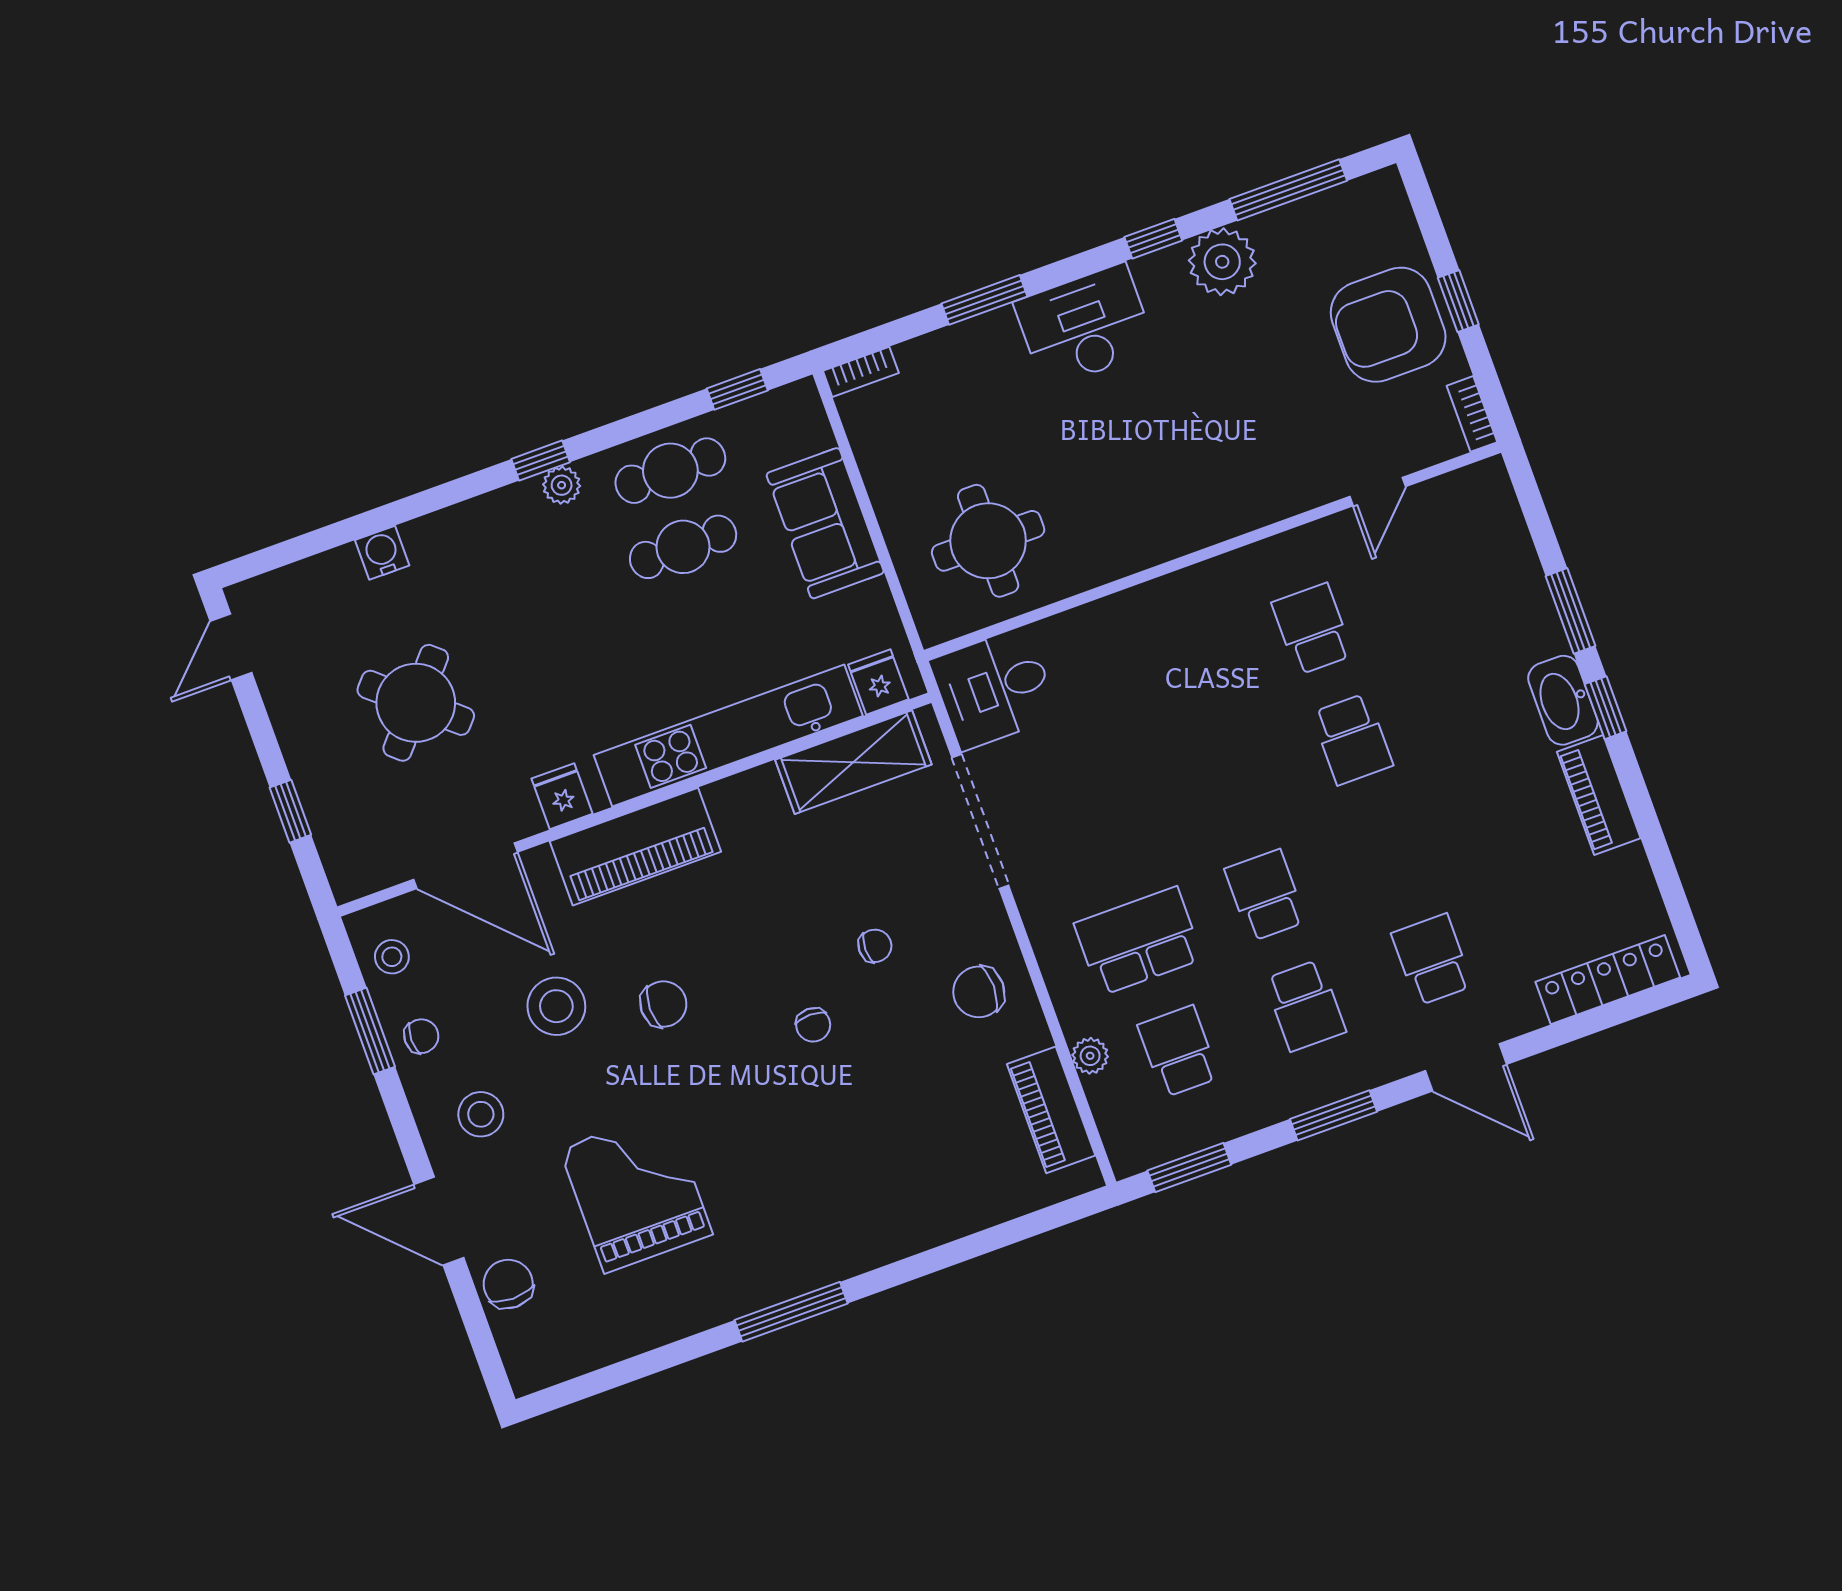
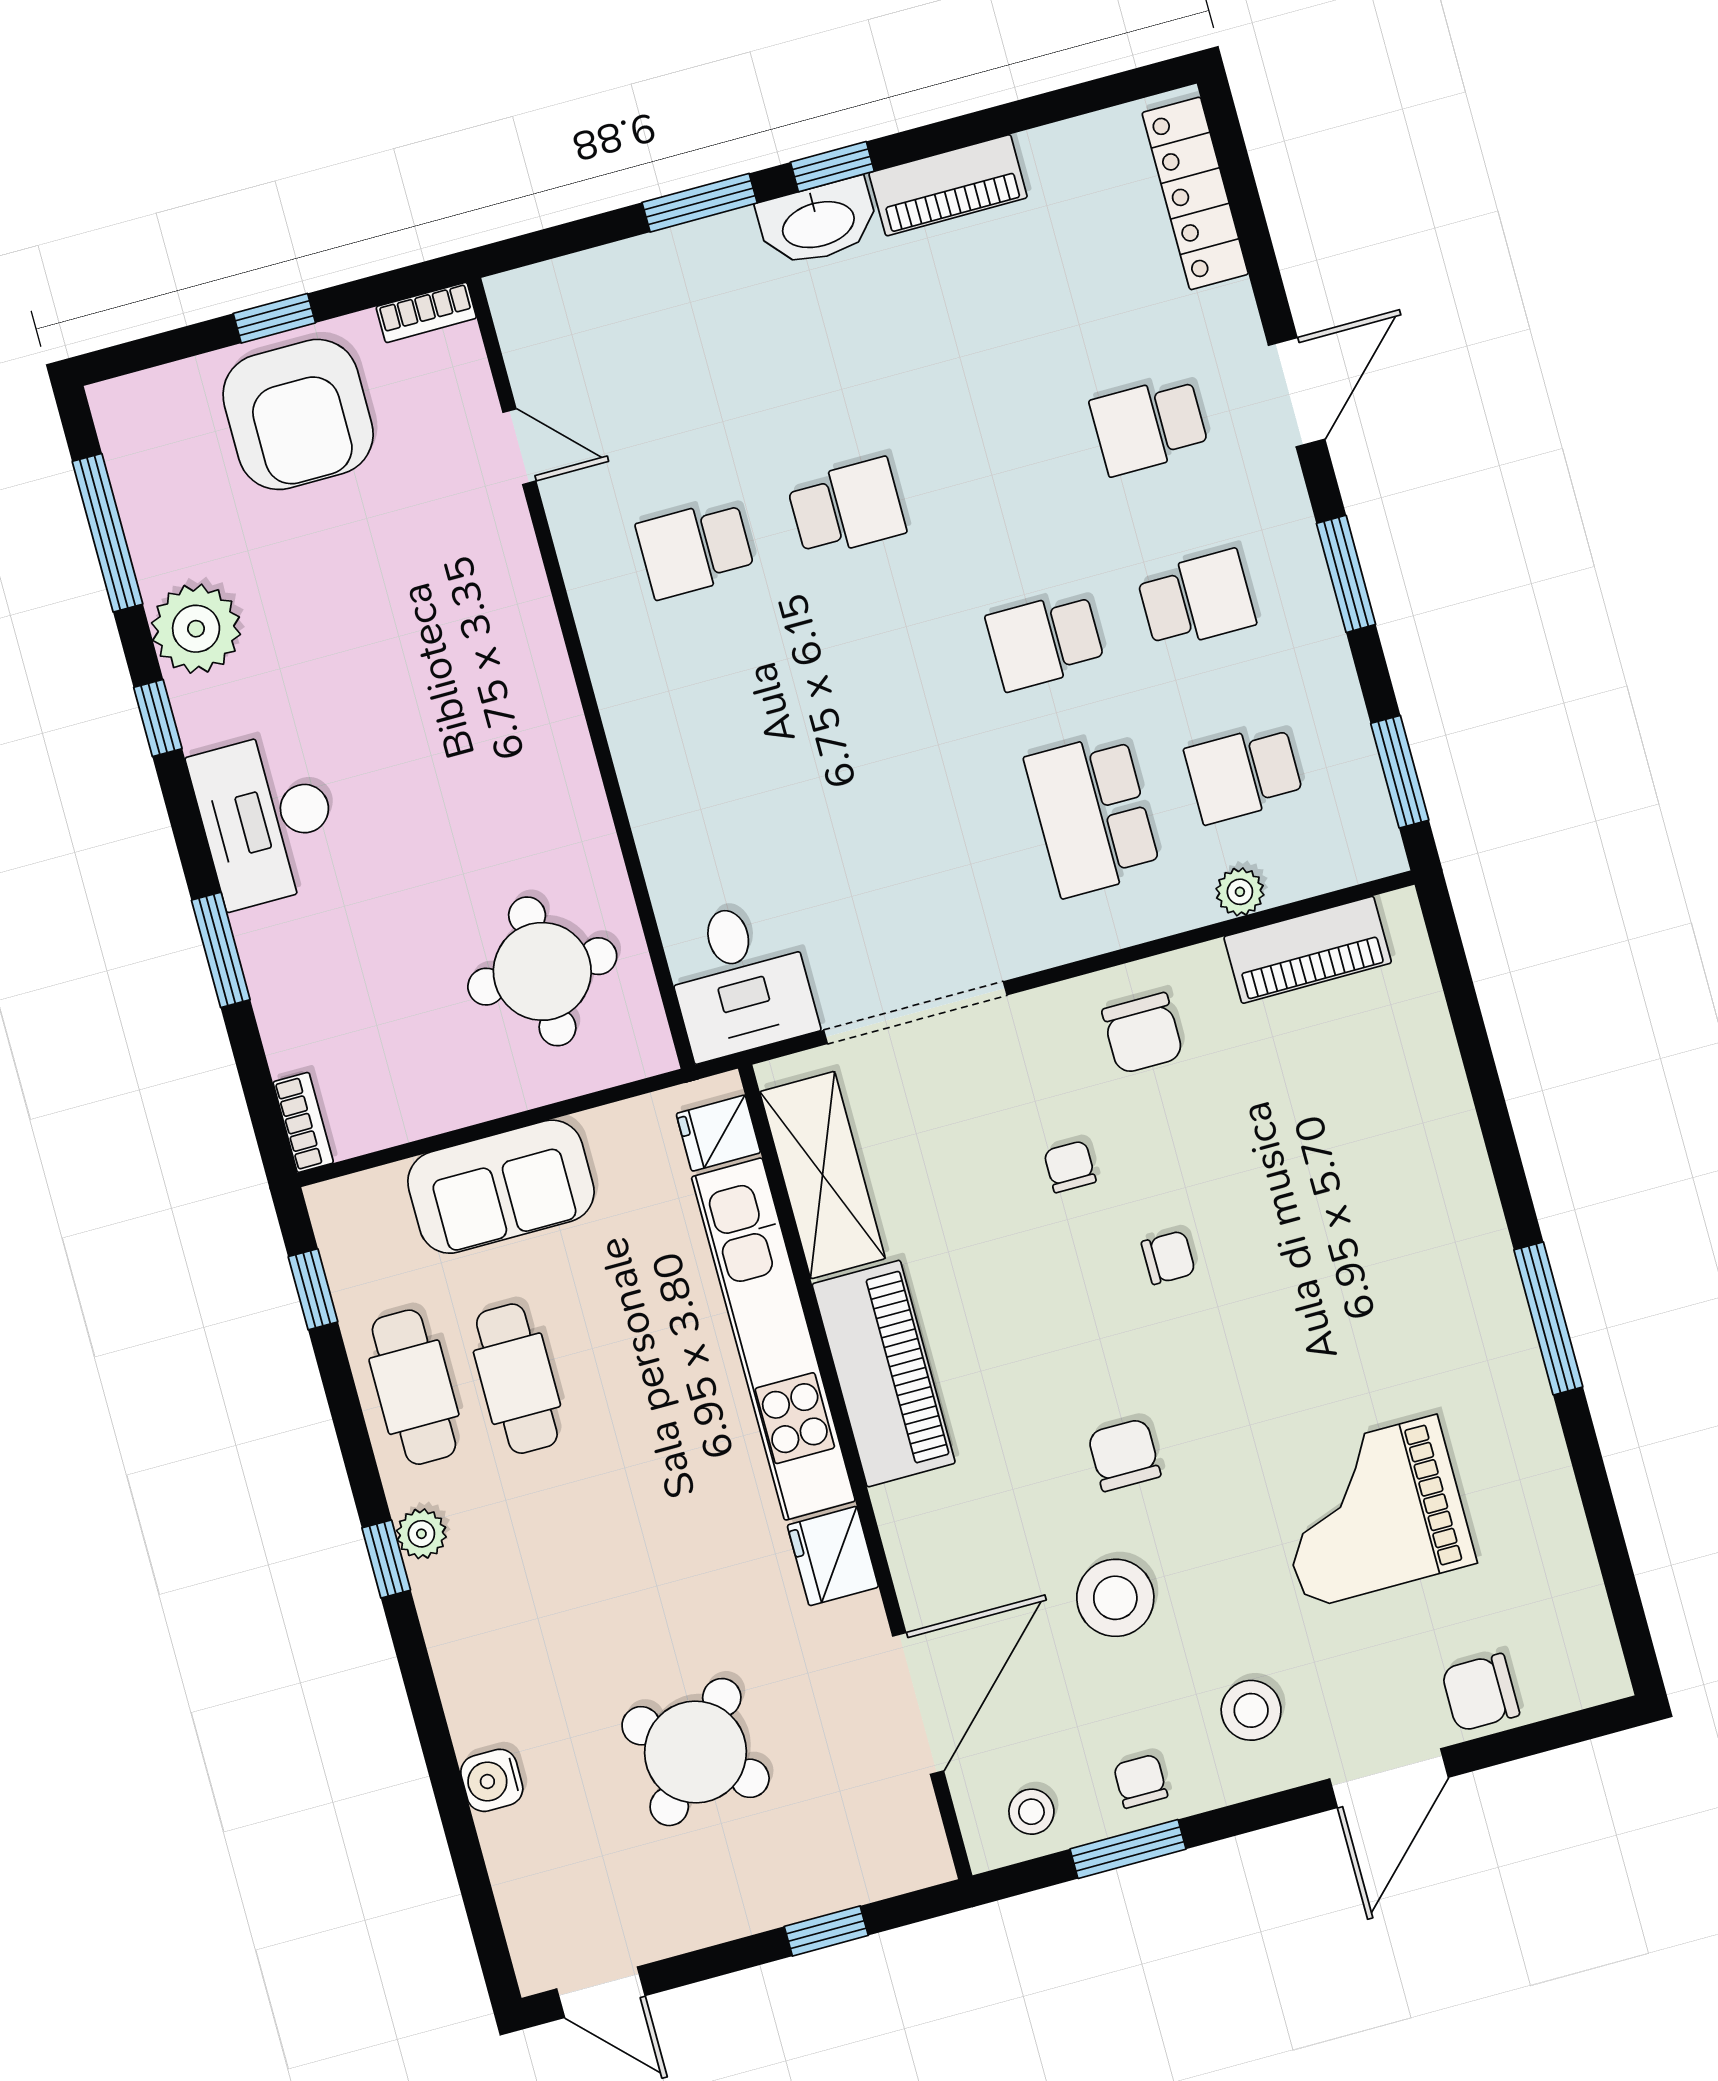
fridge: (562, 796) -> (833, 1556), width x1.38
piano: (635, 847) -> (884, 1374), moved

